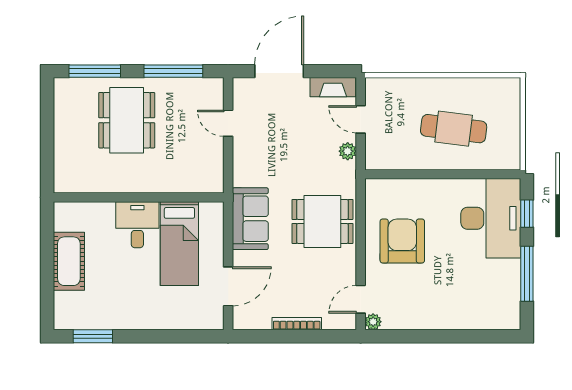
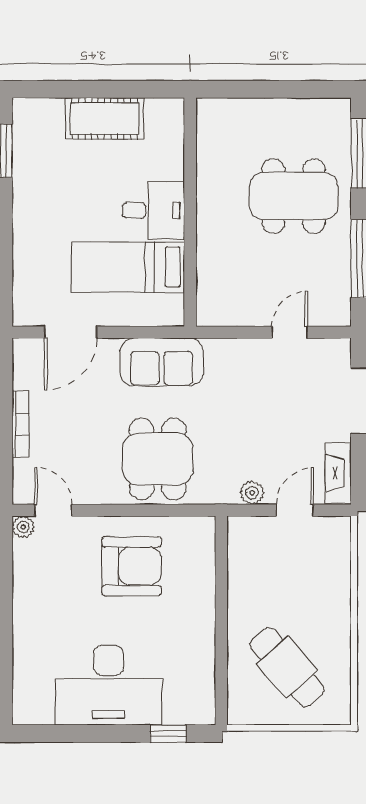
cafe table: (454, 129) -> (287, 667), moved, turned -48
desk: (491, 218) -> (108, 685), moved
window: (527, 274) -> (88, 734), removed
door: (228, 286) -> (71, 332), hinge flipped

